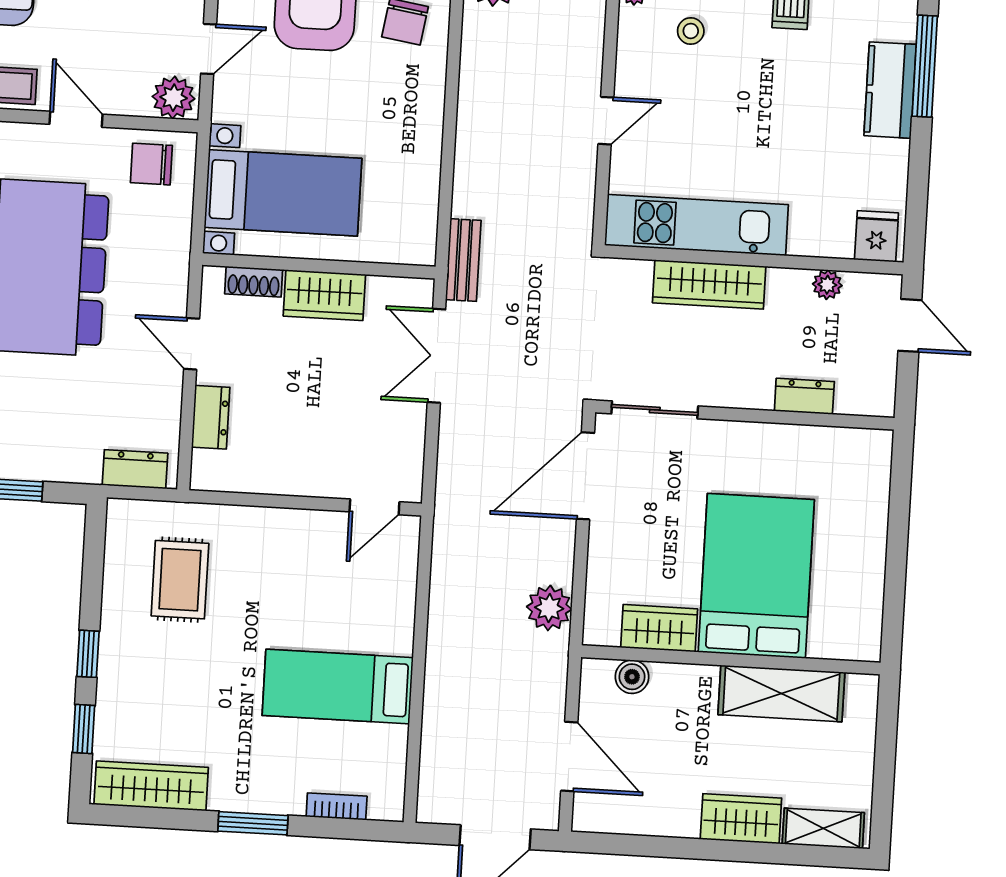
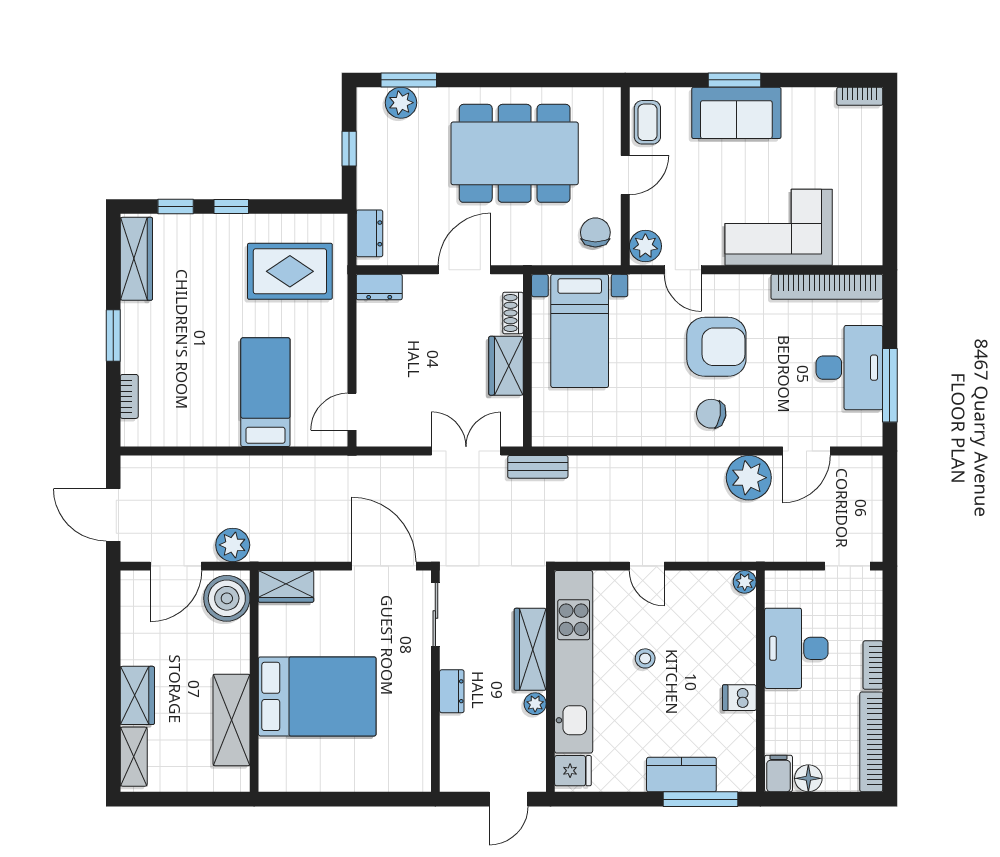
stool: (691, 31) -> (645, 658), moved
kitchen unit: (697, 225) -> (574, 662), width x1.36
plant: (827, 285) -> (535, 704), moved
door: (192, 344) -> (464, 270), width x1.38
dresser: (804, 396) -> (452, 691), moved
dresser: (211, 417) -> (379, 287), moved
door: (374, 507) -> (352, 412), hinge flipped
rug: (180, 580) -> (290, 271), width x1.36, depth x1.43
plant: (549, 608) -> (233, 545), moved
wardrobe: (659, 628) -> (286, 586), moved, turned 90
boiler: (632, 677) -> (227, 598), width x1.86, depth x1.86
bed: (338, 687) -> (265, 392), moved

